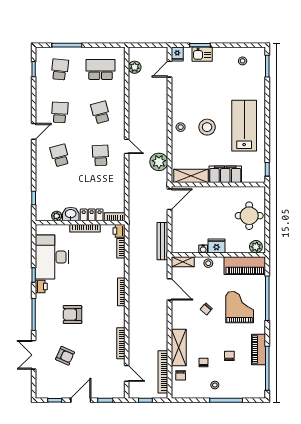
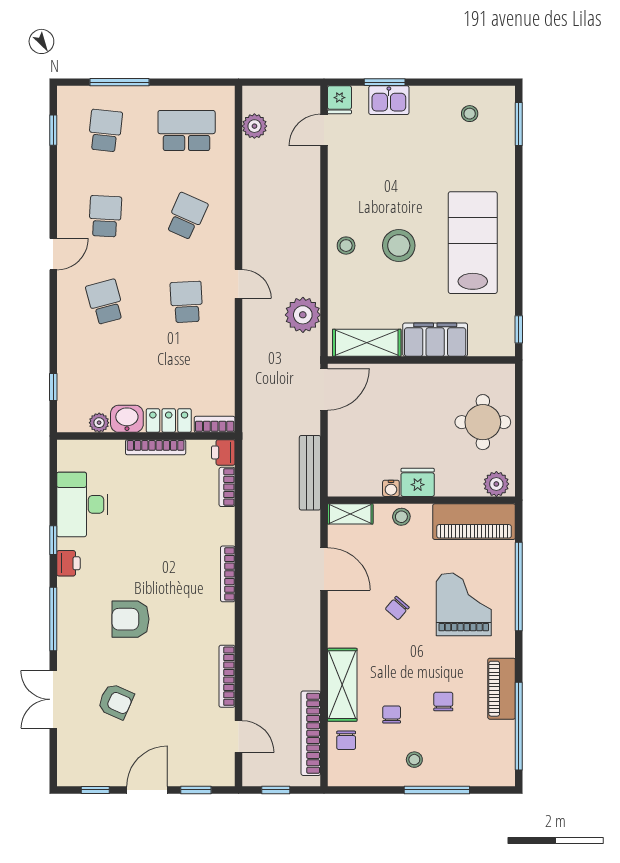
school desk: (101, 112) -> (187, 216), turned 39
desk: (52, 257) -> (82, 504), width x0.73, depth x0.77

